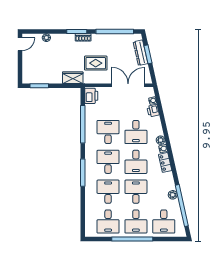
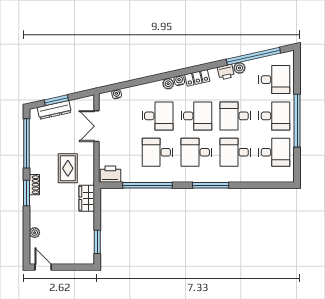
double door: (128, 85) -> (97, 126), width x0.73
printer: (153, 111) -> (226, 72), moved

